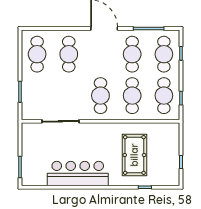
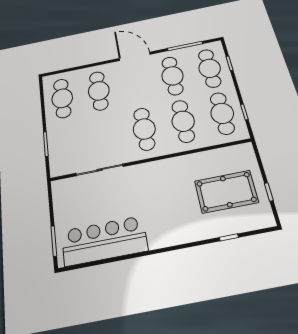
pool table: (134, 155) -> (226, 192), moved, turned 90
bar counter: (78, 174) -> (104, 241), moved

